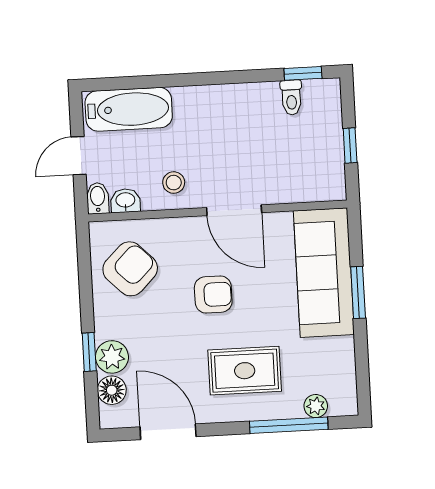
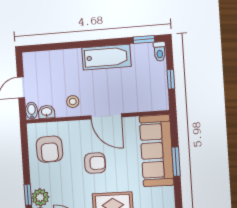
toilet: (291, 97) -> (160, 51), moved
bathtub: (129, 109) -> (106, 57), moved
armchair: (130, 269) -> (50, 149), turned 133

